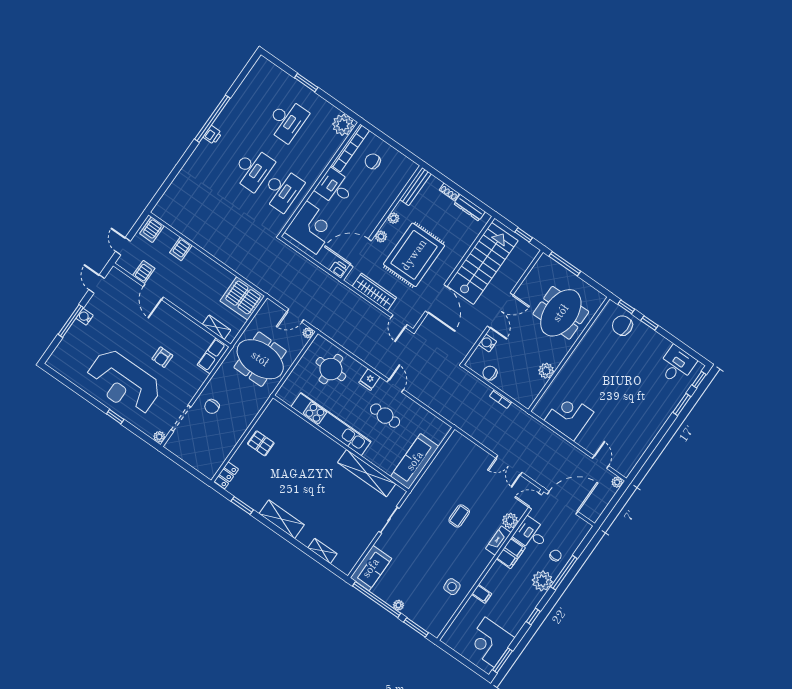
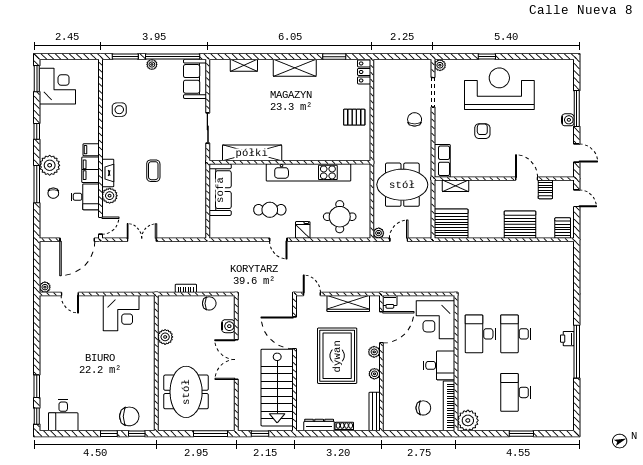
server rack: (181, 249) -> (520, 225), width x2.18, depth x1.44
filing cabinet: (482, 594) -> (91, 150), moved

